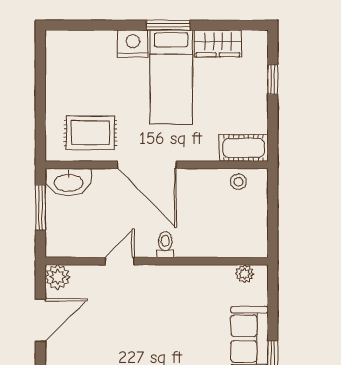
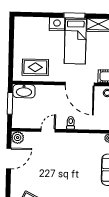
door: (147, 165) -> (80, 84), moved

